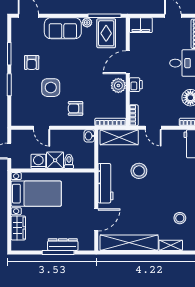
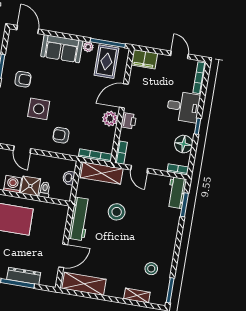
armchair: (32, 63) -> (23, 79), turned -90
washbasin: (89, 136) -> (69, 178), moved
shelving: (129, 243) -> (84, 284), width x0.68

